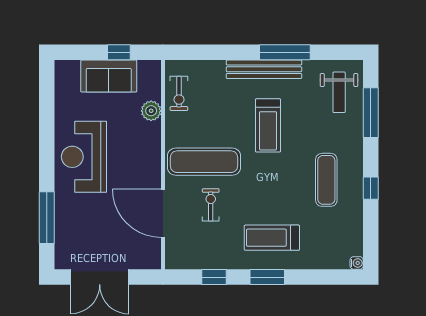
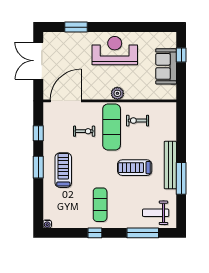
window: (119, 52) -> (181, 55), moved
exercise bike: (179, 93) -> (138, 121), moved
plant: (151, 111) -> (117, 93), moved
exercise mat: (326, 180) -> (100, 205), turned 90
door: (163, 213) -> (66, 101), moved
window: (47, 218) -> (76, 27), width x0.69

